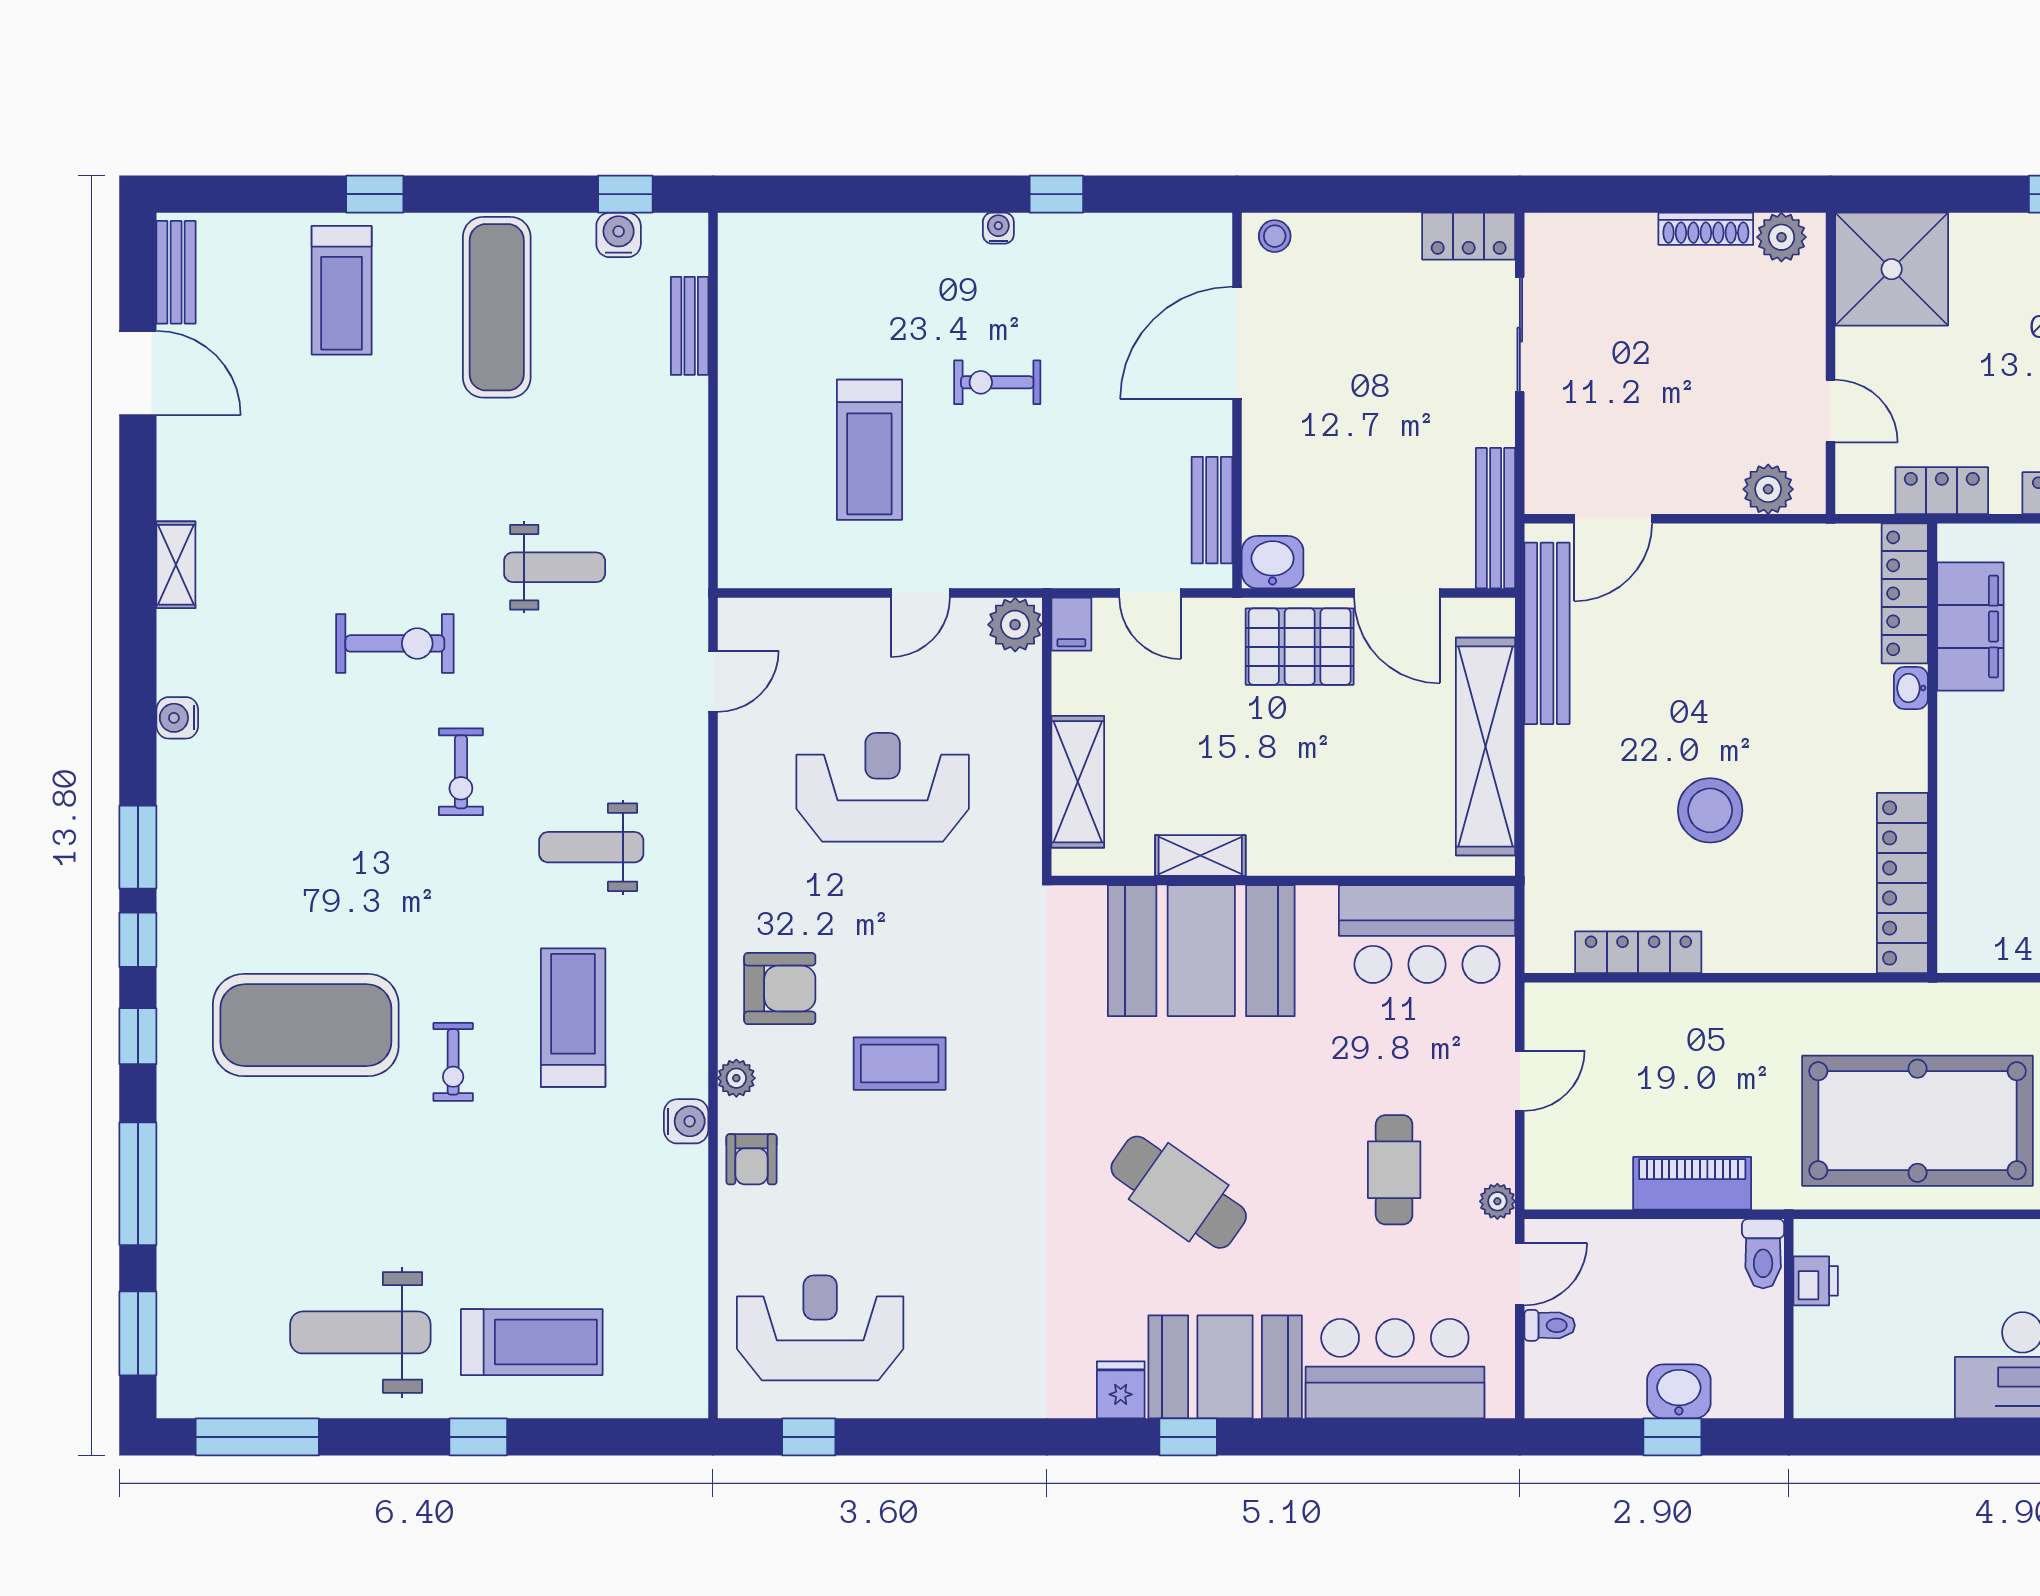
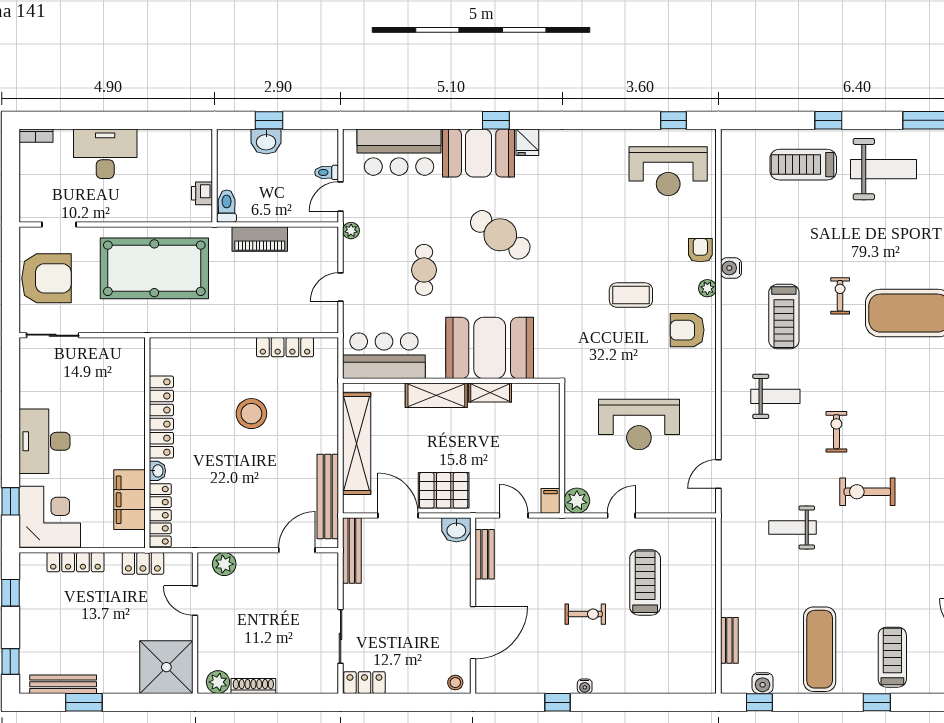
shelving: (1078, 782) -> (436, 395), moved, turned 90
locker: (1902, 883) -> (161, 417), moved
cafe table: (1394, 1170) -> (424, 270), moved

